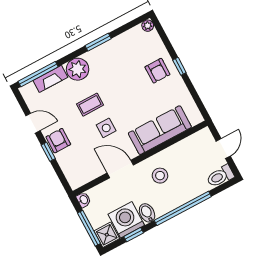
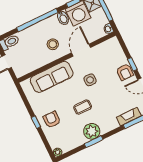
plant: (78, 69) -> (92, 131), moved
coffee table: (90, 105) -> (83, 107), moved
door: (120, 169) -> (81, 50), swing flipped

